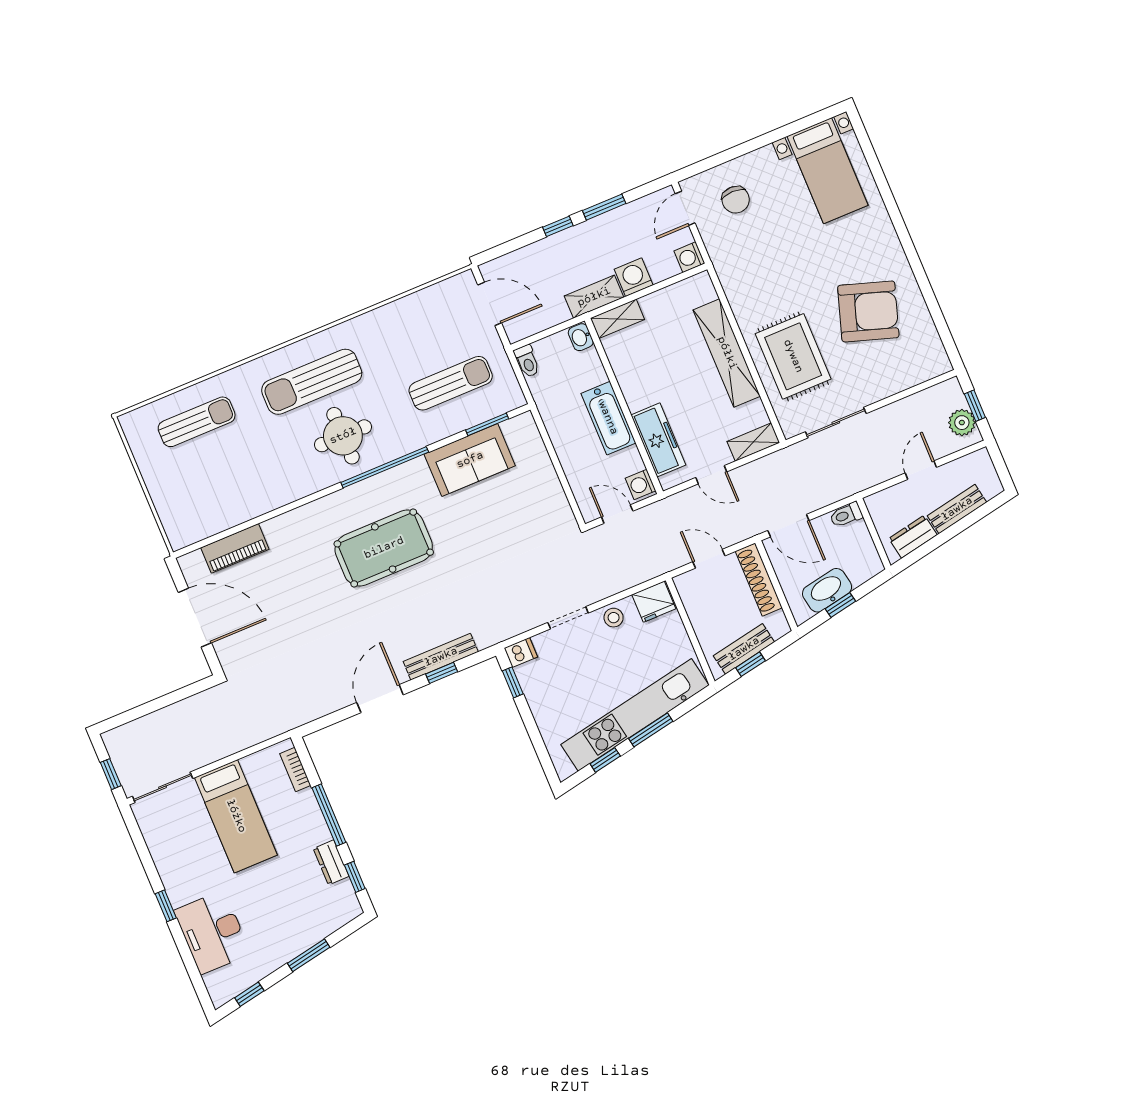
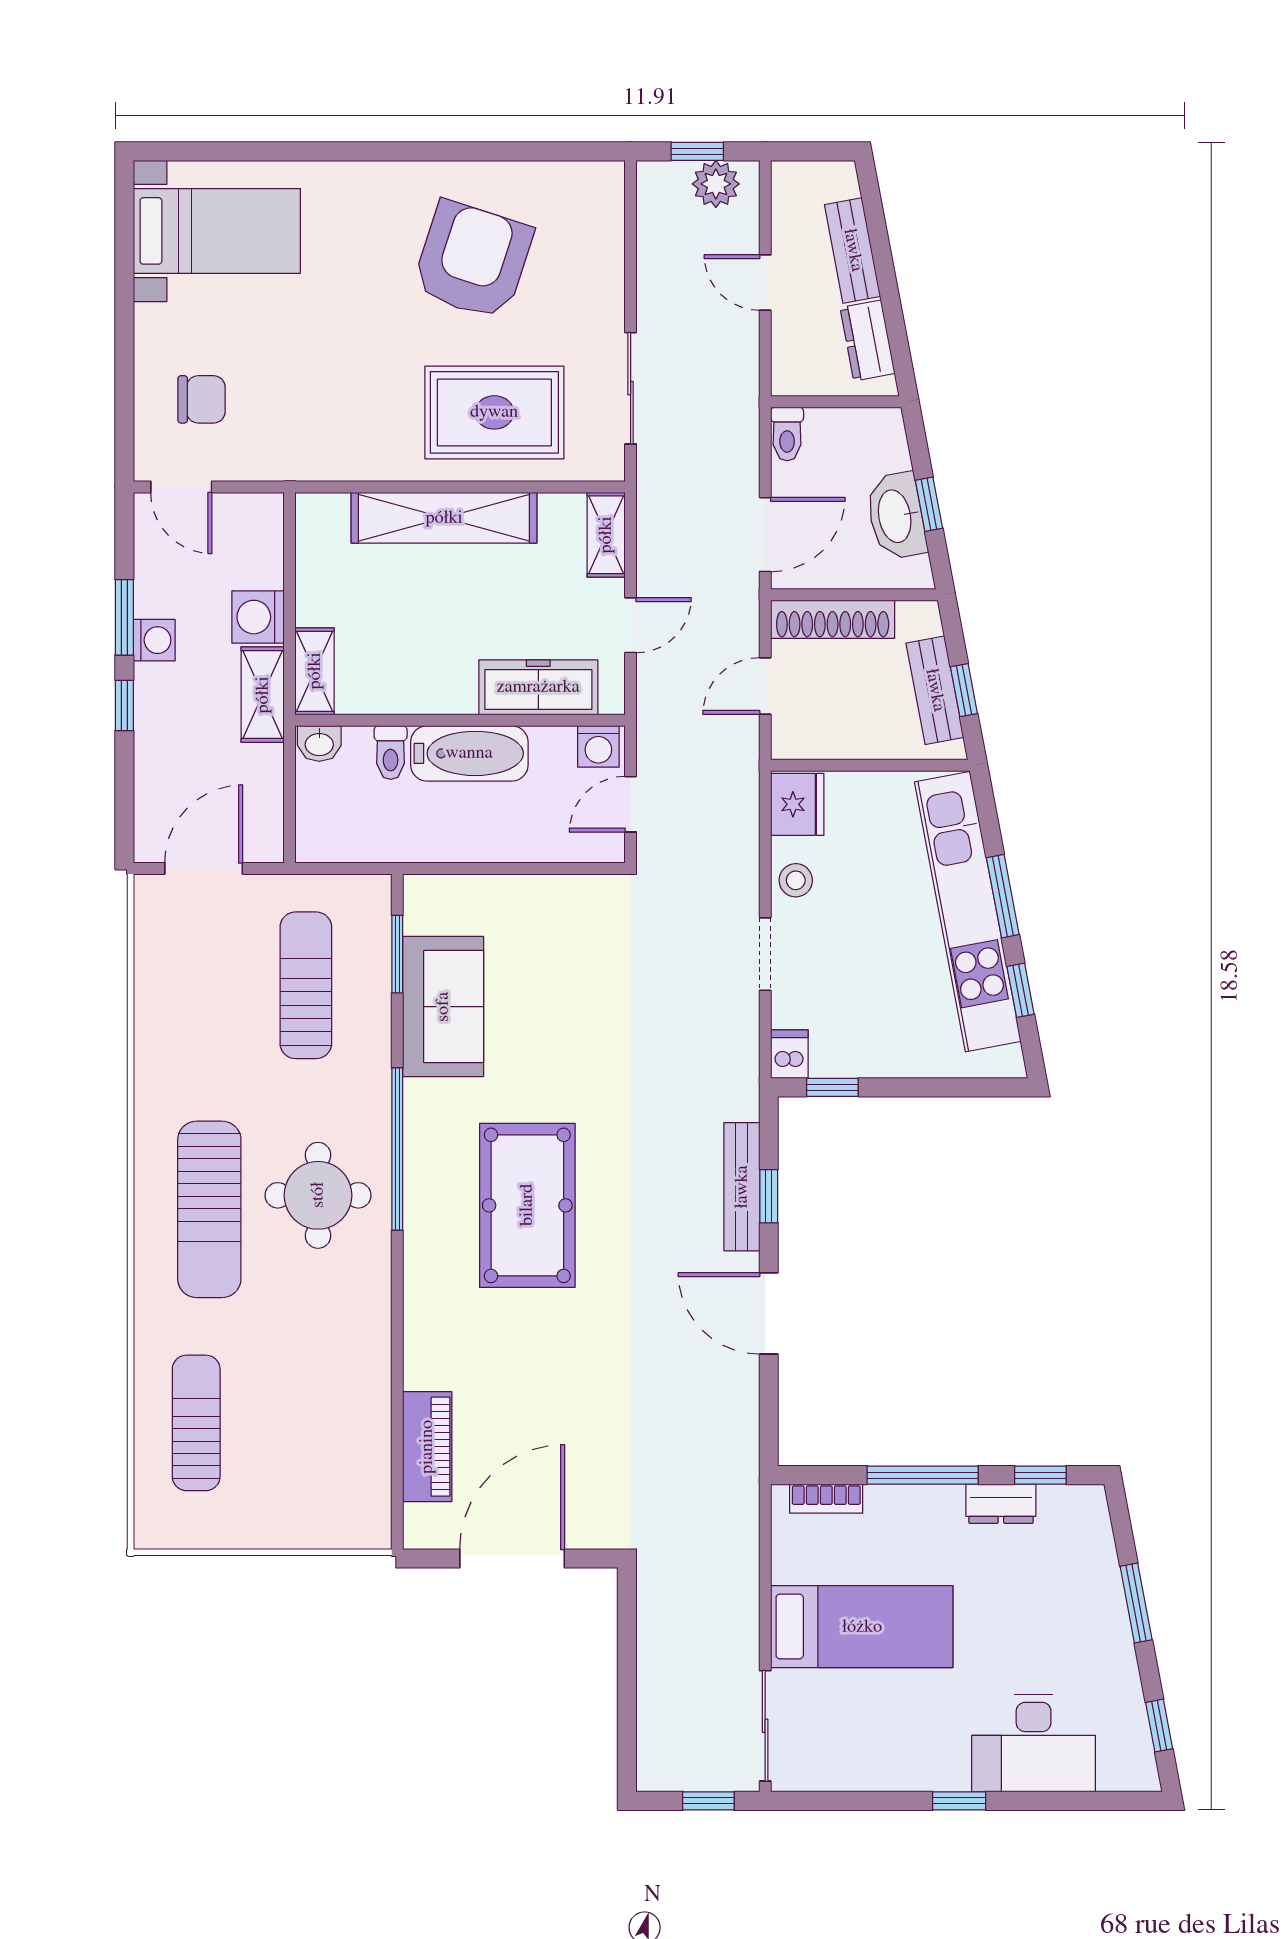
washing machine: (689, 257) -> (154, 640), moved, turned -90
toilet: (527, 361) -> (391, 753), moved, turned 90

